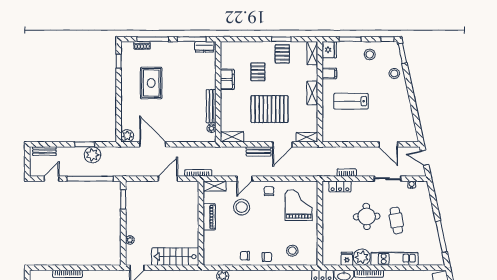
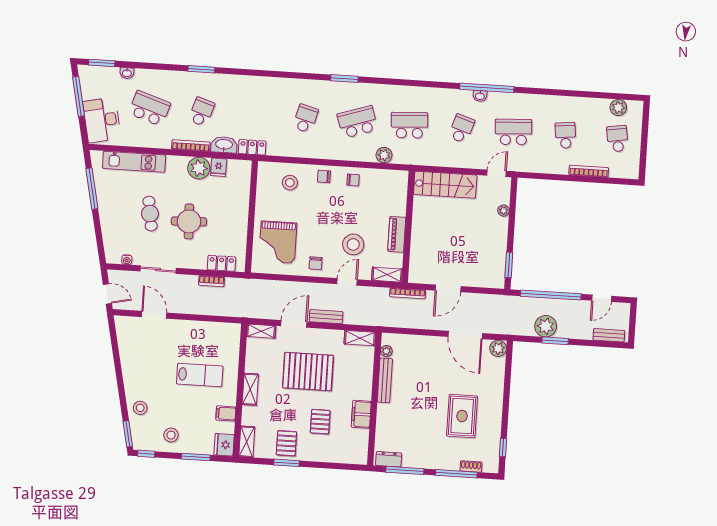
kitchen unit: (395, 259) -> (134, 162), moved

